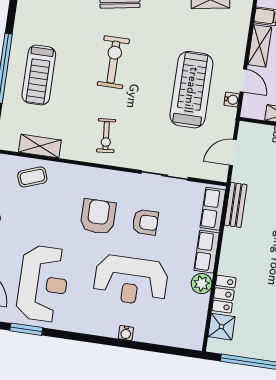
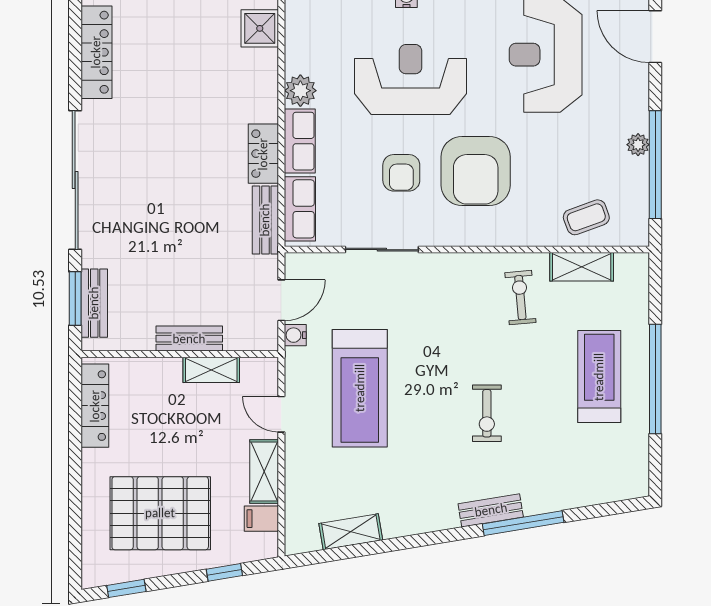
exercise bike: (113, 62) -> (487, 413), width x0.73, depth x0.72
water cooler: (232, 100) -> (295, 335), moved
exercise bike: (106, 136) -> (520, 298), moved
armchair: (98, 217) -> (476, 171), width x1.36, depth x1.36
armchair: (145, 222) -> (401, 173), turned -90
locker: (224, 294) -> (263, 154), moved

